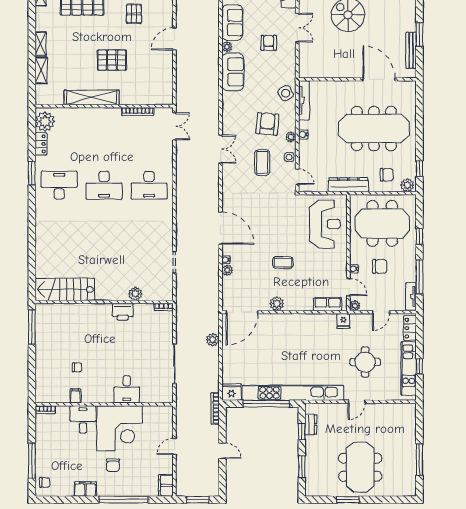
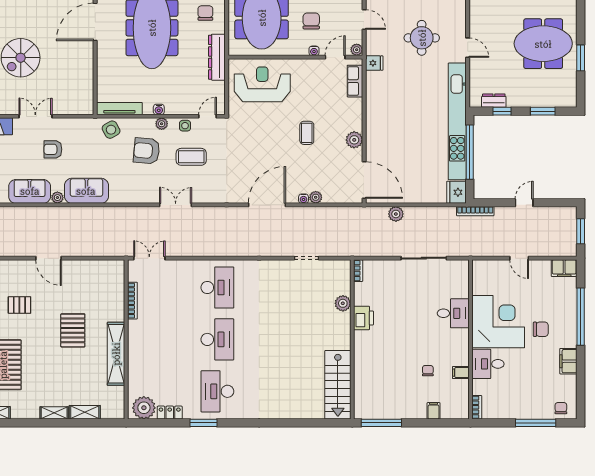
filing cabinet: (42, 372) -> (434, 411), added

